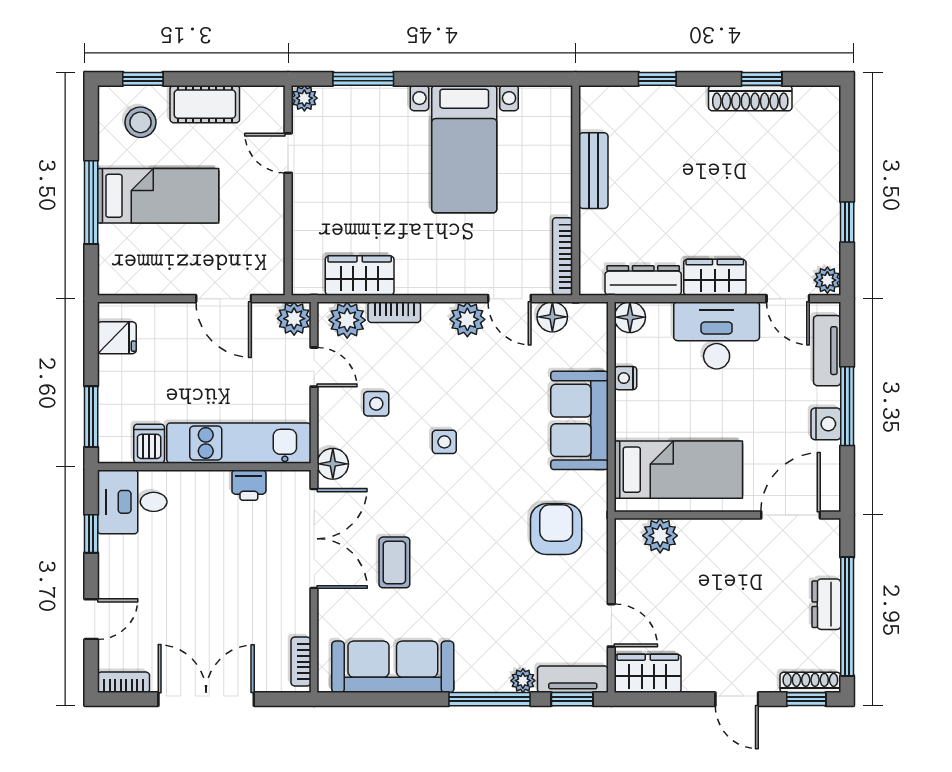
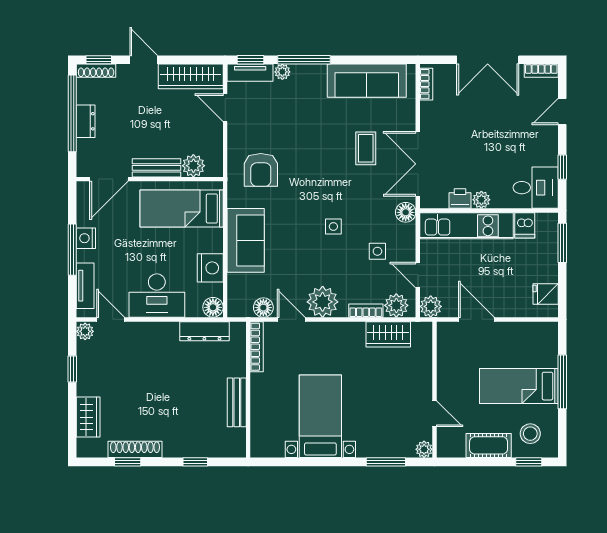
wardrobe: (715, 277) -> (88, 417), moved, turned -90
plant: (467, 319) -> (323, 302), width x1.36, depth x1.36
nightstand: (626, 378) -> (210, 268), width x1.89, depth x1.79
plant: (216, 483) -> (481, 200), added
bench: (717, 532) -> (156, 168), added
wardrobe: (648, 673) -> (191, 76), width x1.50

